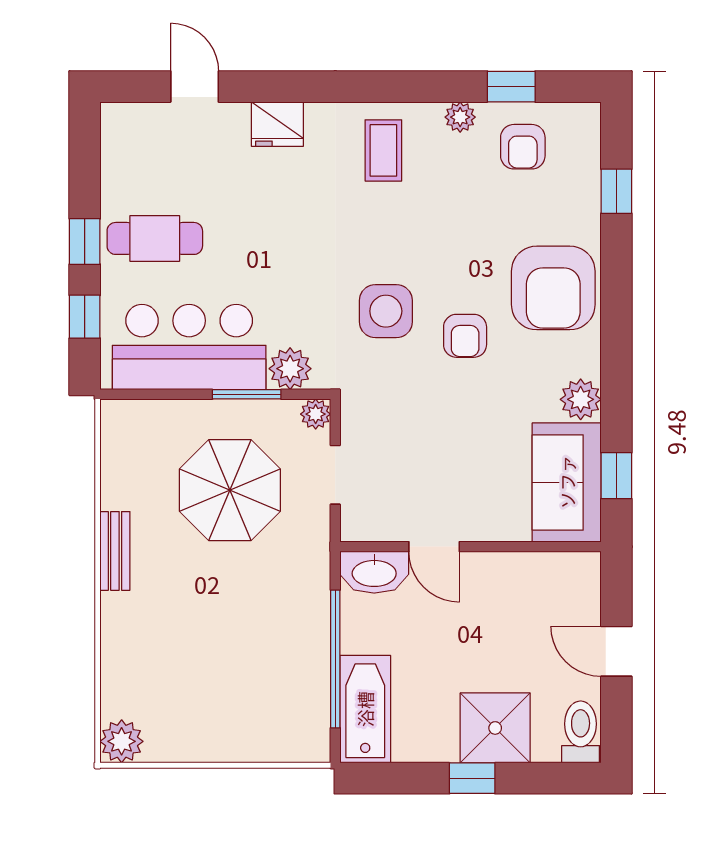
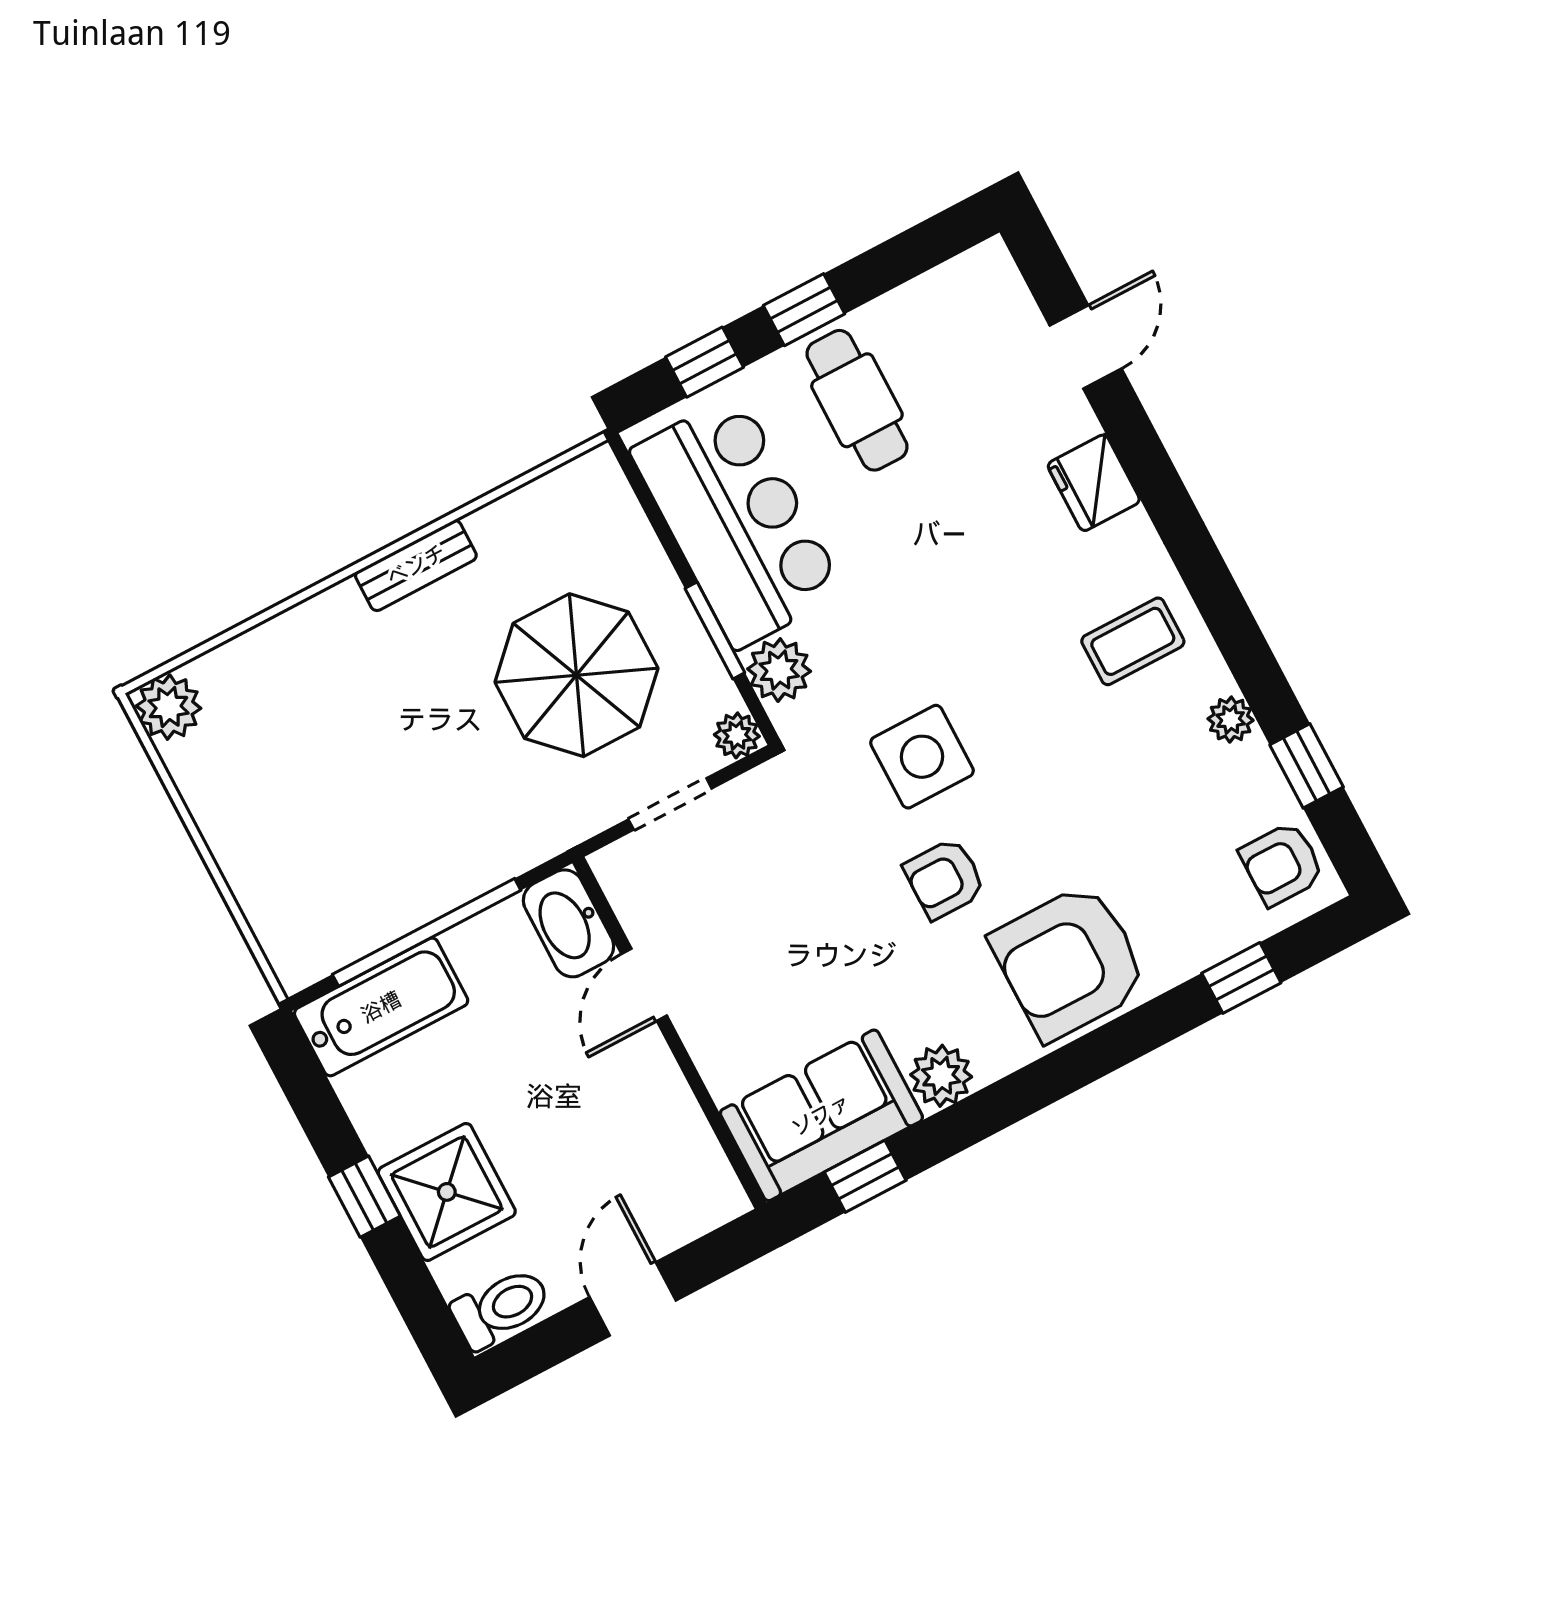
armchair: (523, 147) -> (1282, 864), moved

